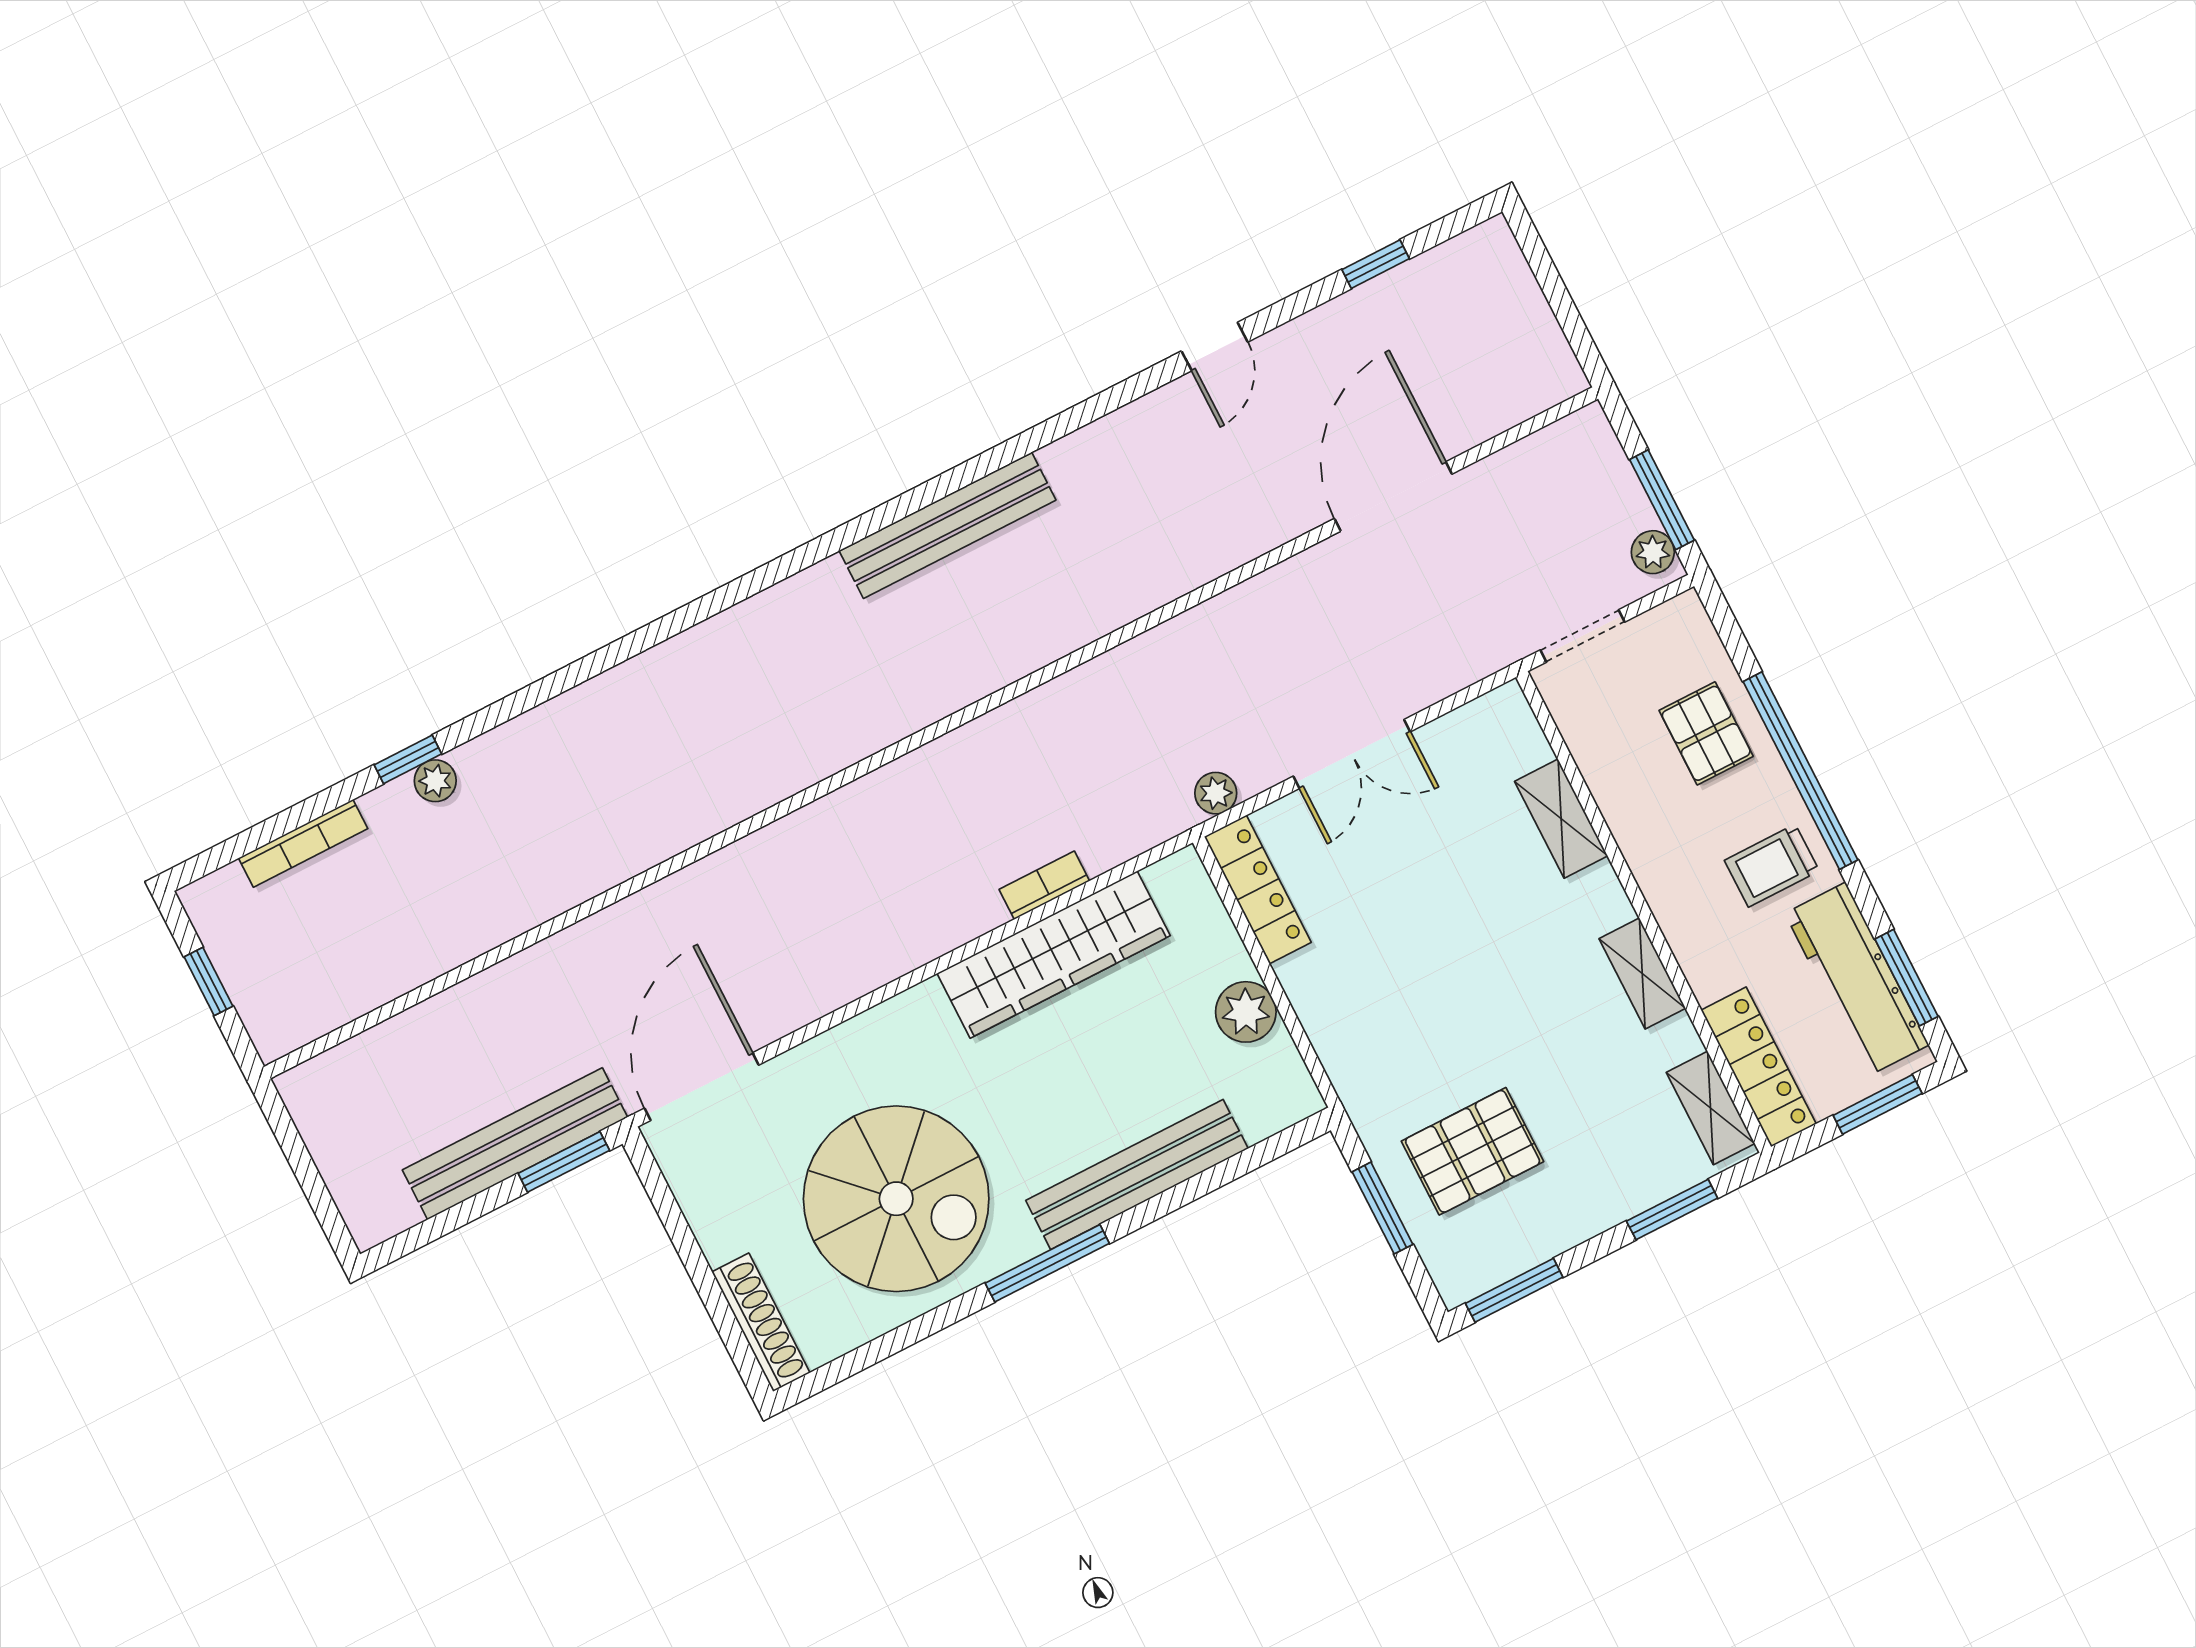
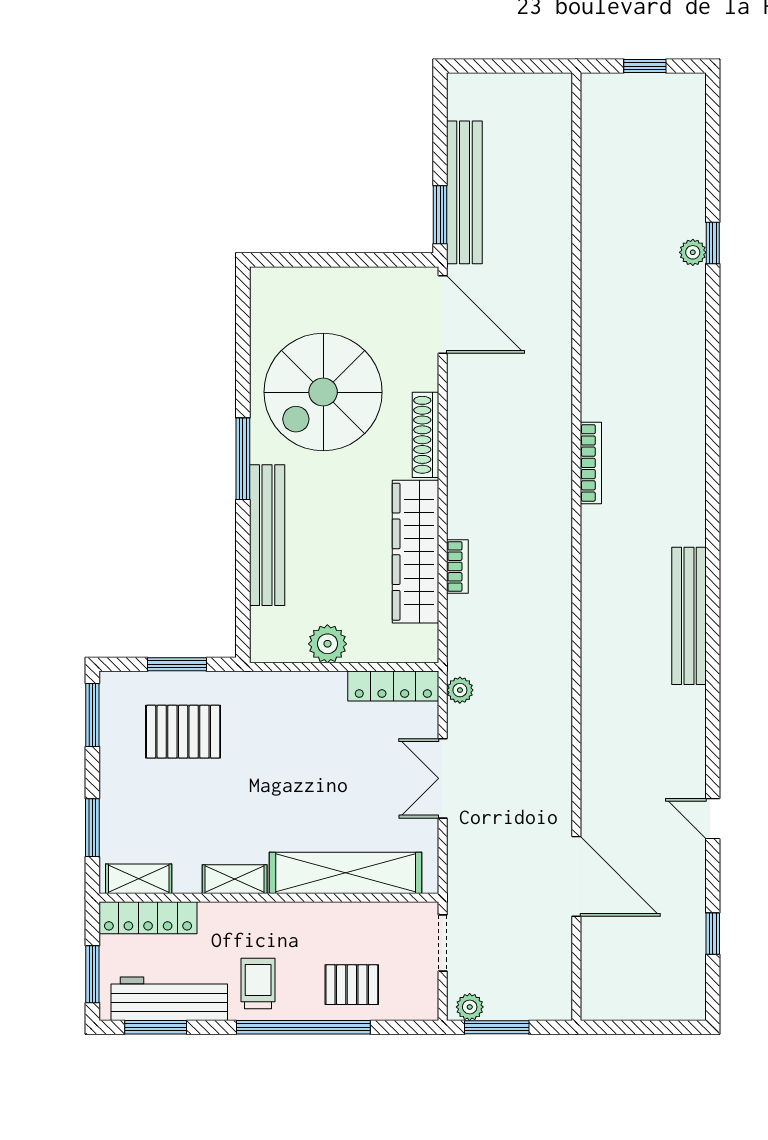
shelving: (1561, 819) -> (346, 873), width x2.20, depth x1.33
bookcase: (303, 843) -> (591, 463), moved, turned 180
pallet: (1473, 1151) -> (183, 732), turned 90
shoe rack: (761, 1322) -> (425, 435), moved, turned 90

